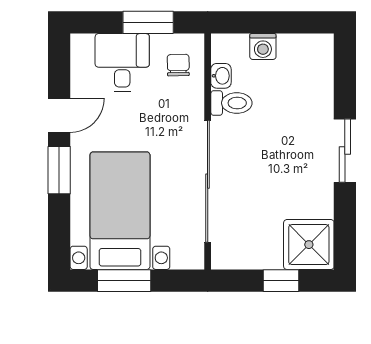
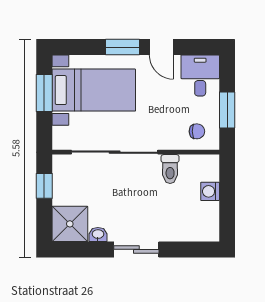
desk: (122, 63) -> (200, 75), moved, turned -90
washbasin: (221, 76) -> (98, 234), moved, turned 180
window: (281, 281) -> (44, 186), moved

